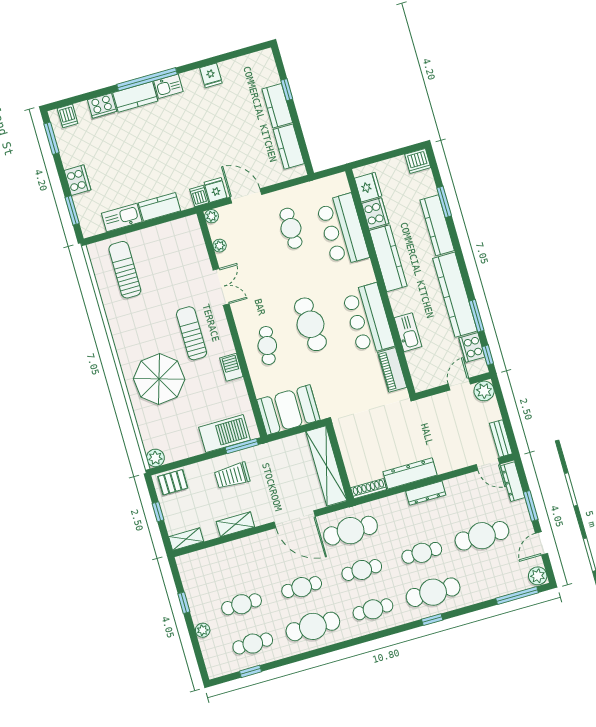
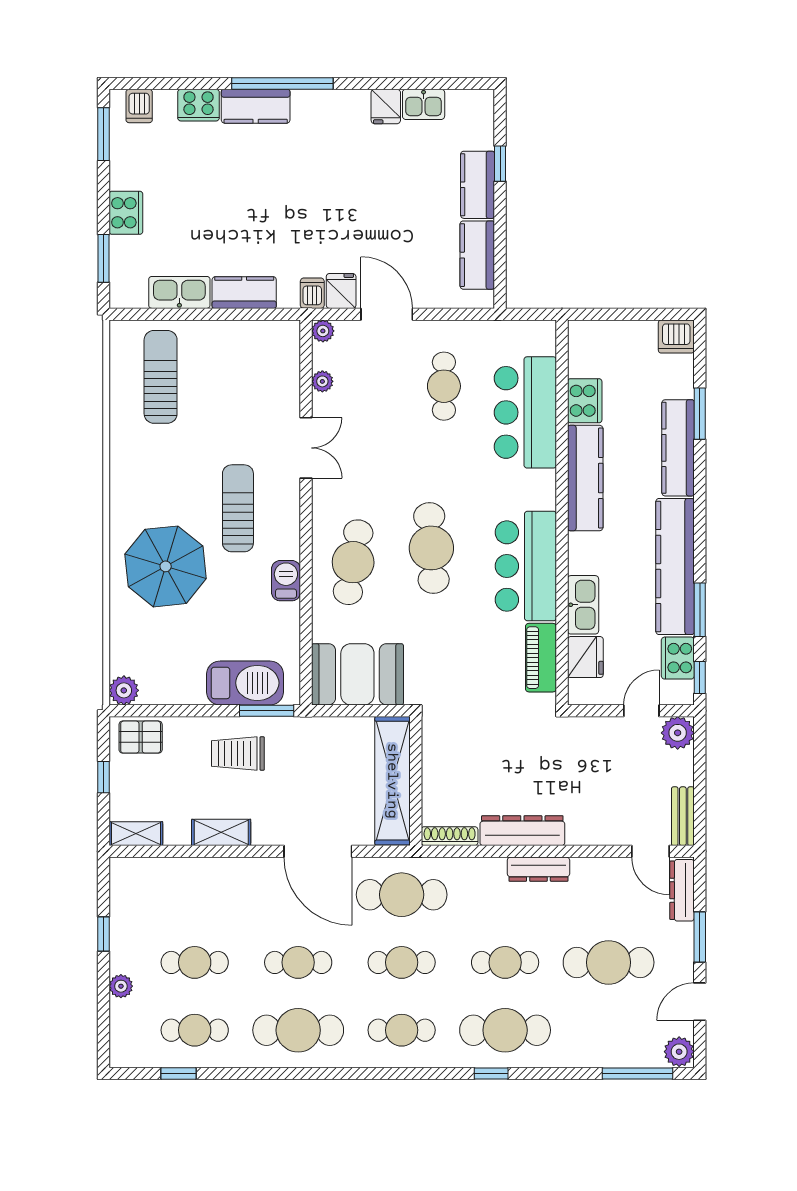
kitchen sink: (168, 86) -> (424, 104), moved
fridge: (368, 187) -> (585, 657), moved
cafe table: (267, 345) -> (353, 562), width x1.37, depth x1.35

